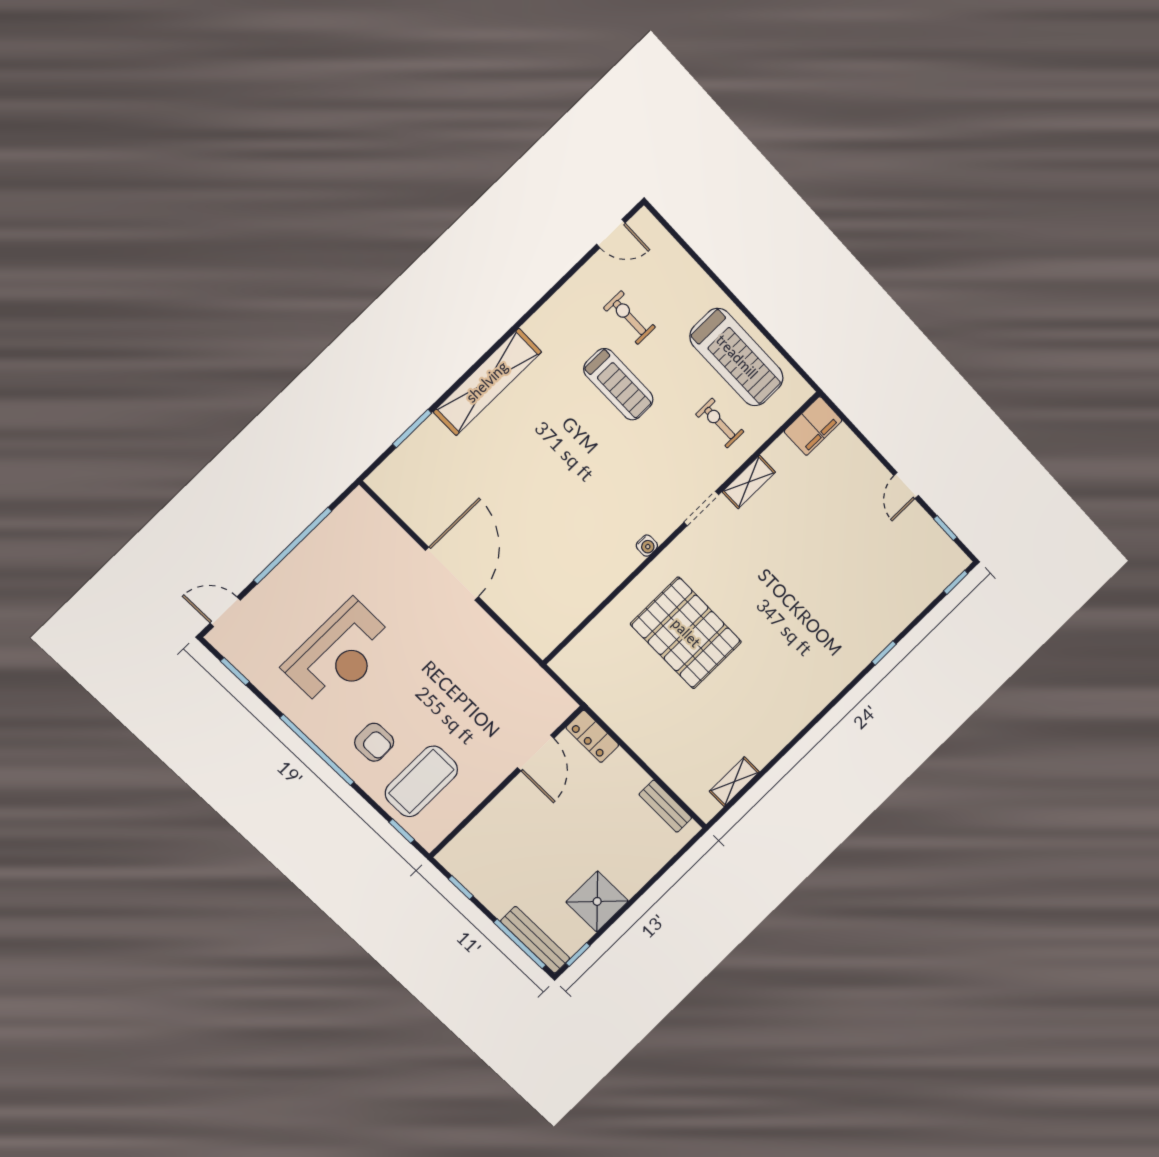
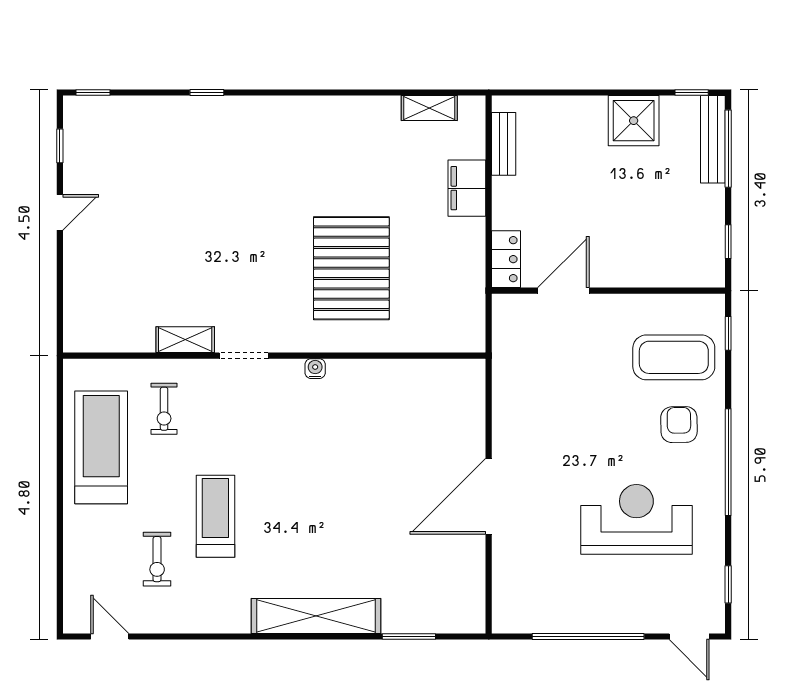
filing cabinet: (813, 426) -> (467, 188), moved, turned -90

